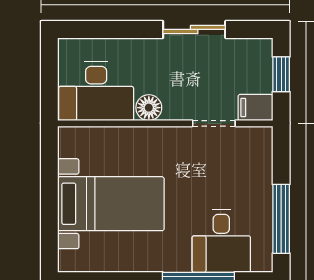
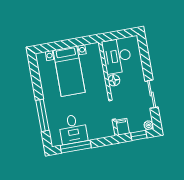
plant: (262, 48) -> (149, 125), added
desk: (221, 241) -> (73, 129), moved, turned -90

